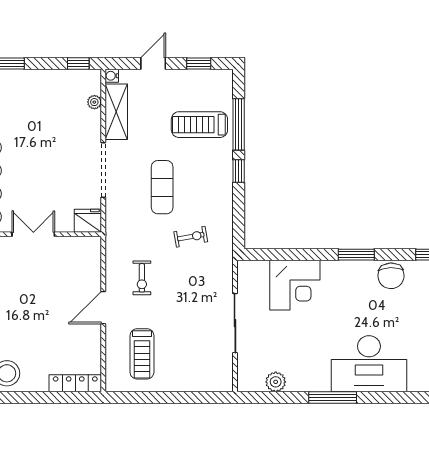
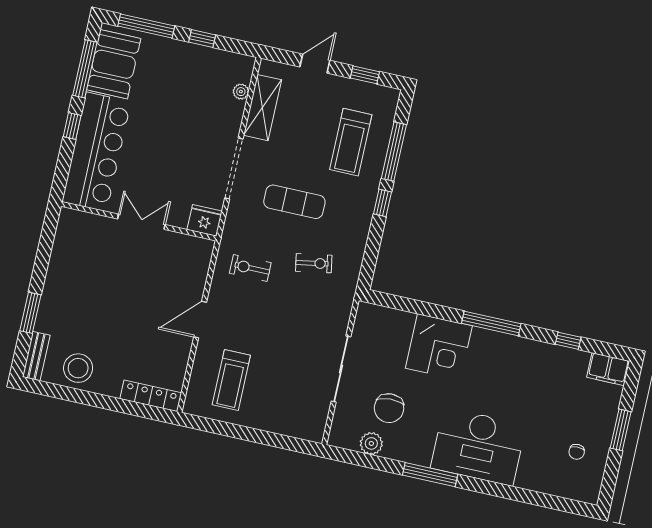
window: (78, 64) -> (202, 38), moved
water cooler: (112, 76) -> (266, 67), removed
treadmill: (199, 125) -> (351, 142), turned -90
exercise mat: (162, 187) -> (294, 202), turned 90
window: (356, 255) -> (491, 324), width x1.44
chair: (391, 276) -> (389, 408), moved
exercise bike: (142, 278) -> (250, 268), moved, turned 90
corner desk: (295, 285) -> (439, 347), moved

